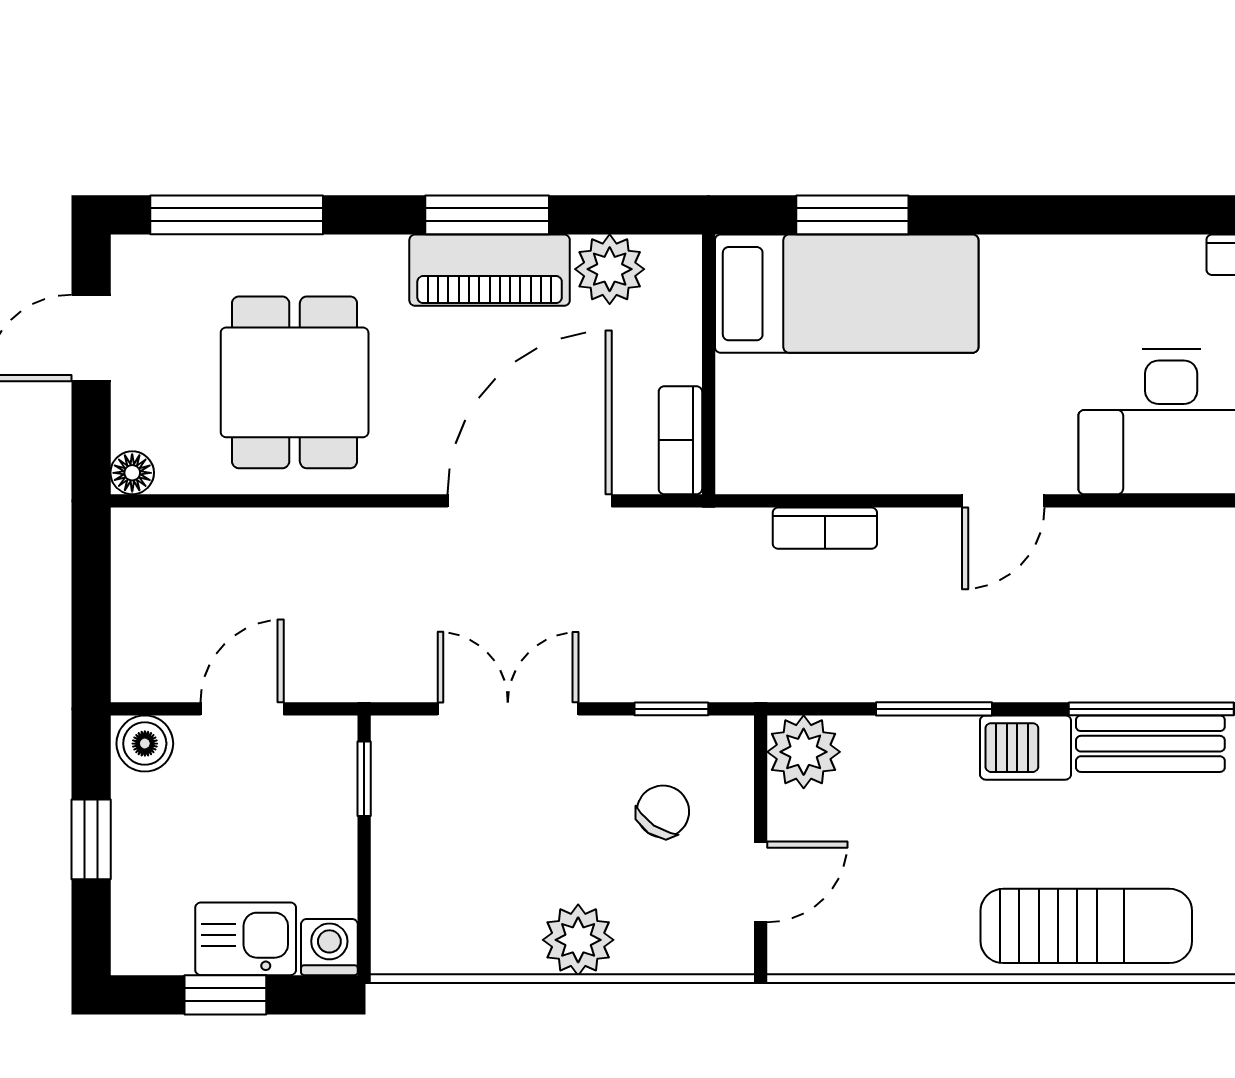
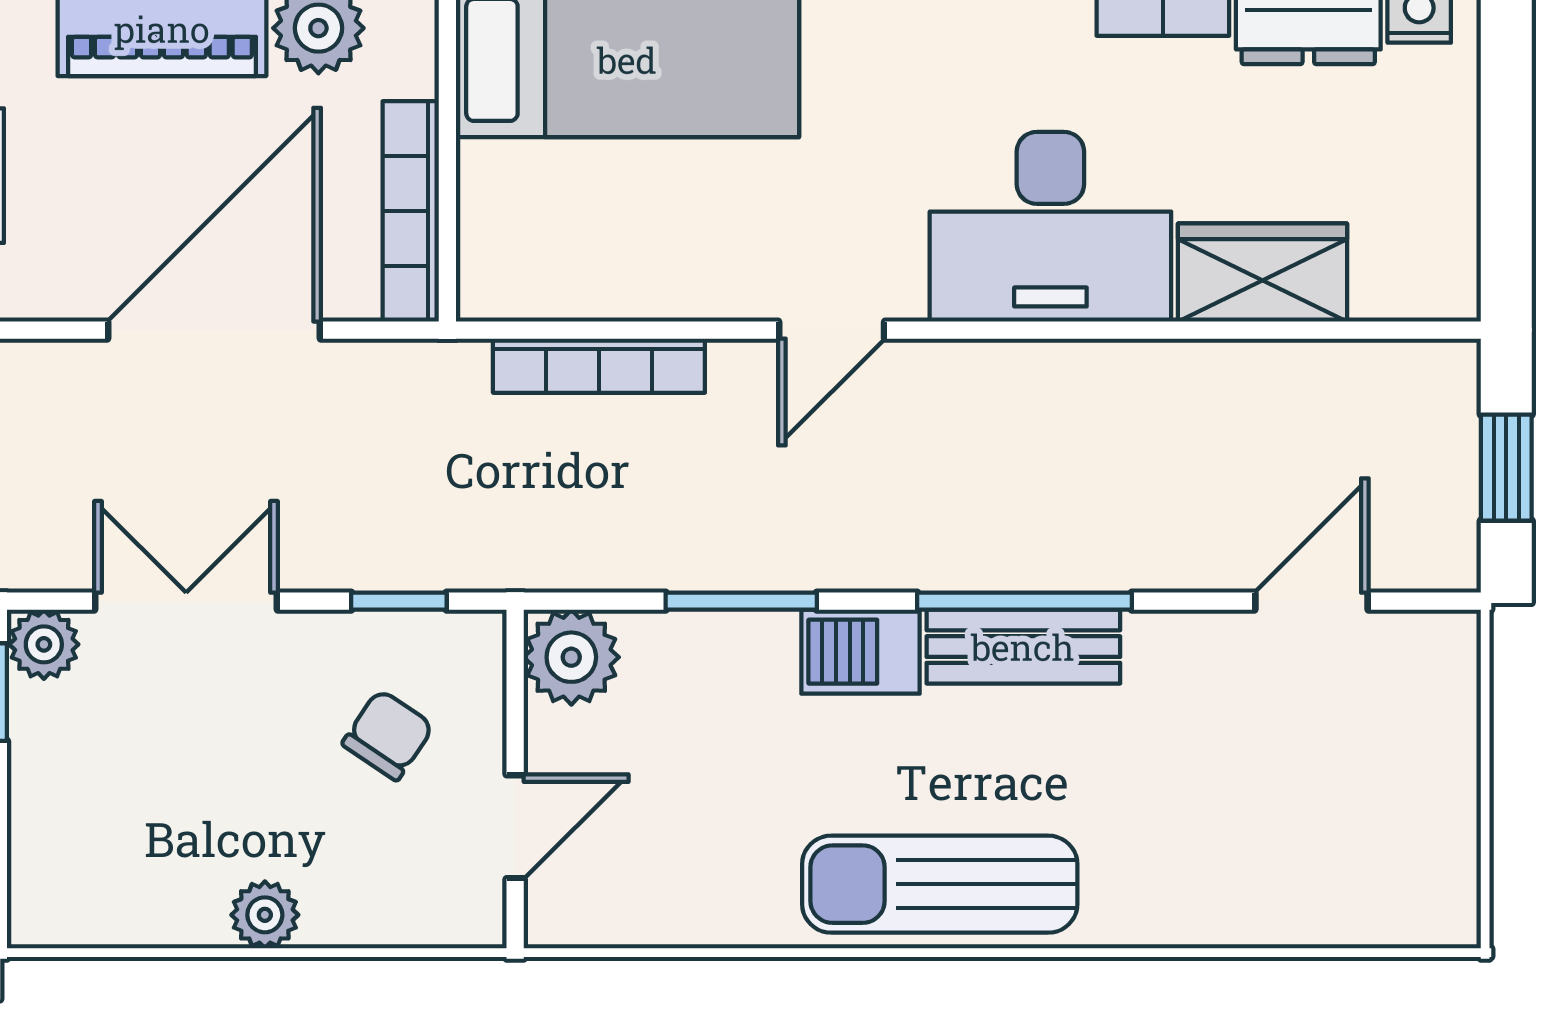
bookcase: (680, 440) -> (411, 211), width x1.56
bookcase: (825, 528) -> (599, 366), width x1.56
plant: (399, 742) -> (44, 644), added
sun lounger: (1086, 926) -> (940, 884), turned 180
plant: (578, 940) -> (265, 915), width x0.73, depth x0.73

